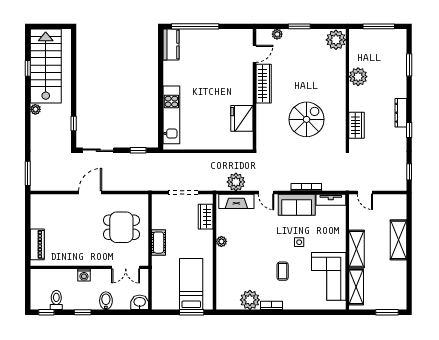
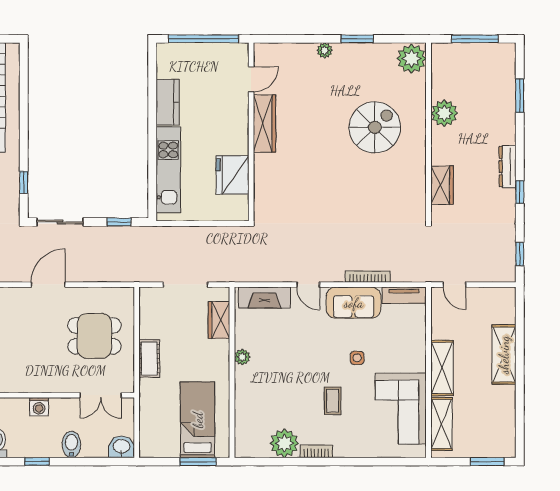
kitchen counter: (171, 45) -> (168, 102), moved
door: (255, 54) -> (251, 79), moved
wardrobe: (264, 84) -> (265, 124), moved
wall: (255, 89) -> (251, 132), moved
fridge: (242, 118) -> (232, 175), moved
spiral stairs: (307, 119) -> (375, 127), moved
plant: (236, 182) -> (264, 269), removed

